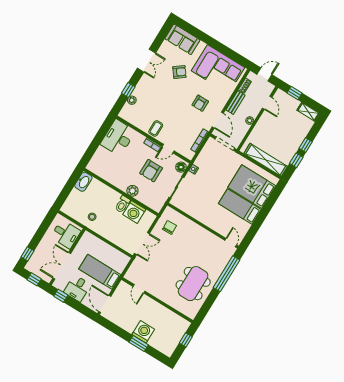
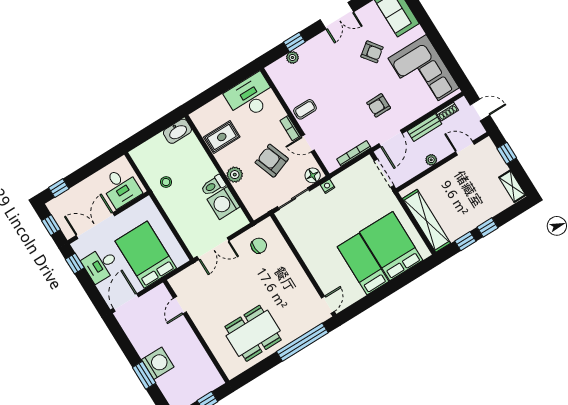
door: (267, 103) -> (465, 148), swing flipped
rug: (113, 171) -> (222, 137), added
armchair: (151, 171) -> (272, 161), turned 70
bed: (100, 272) -> (146, 255), width x1.50

